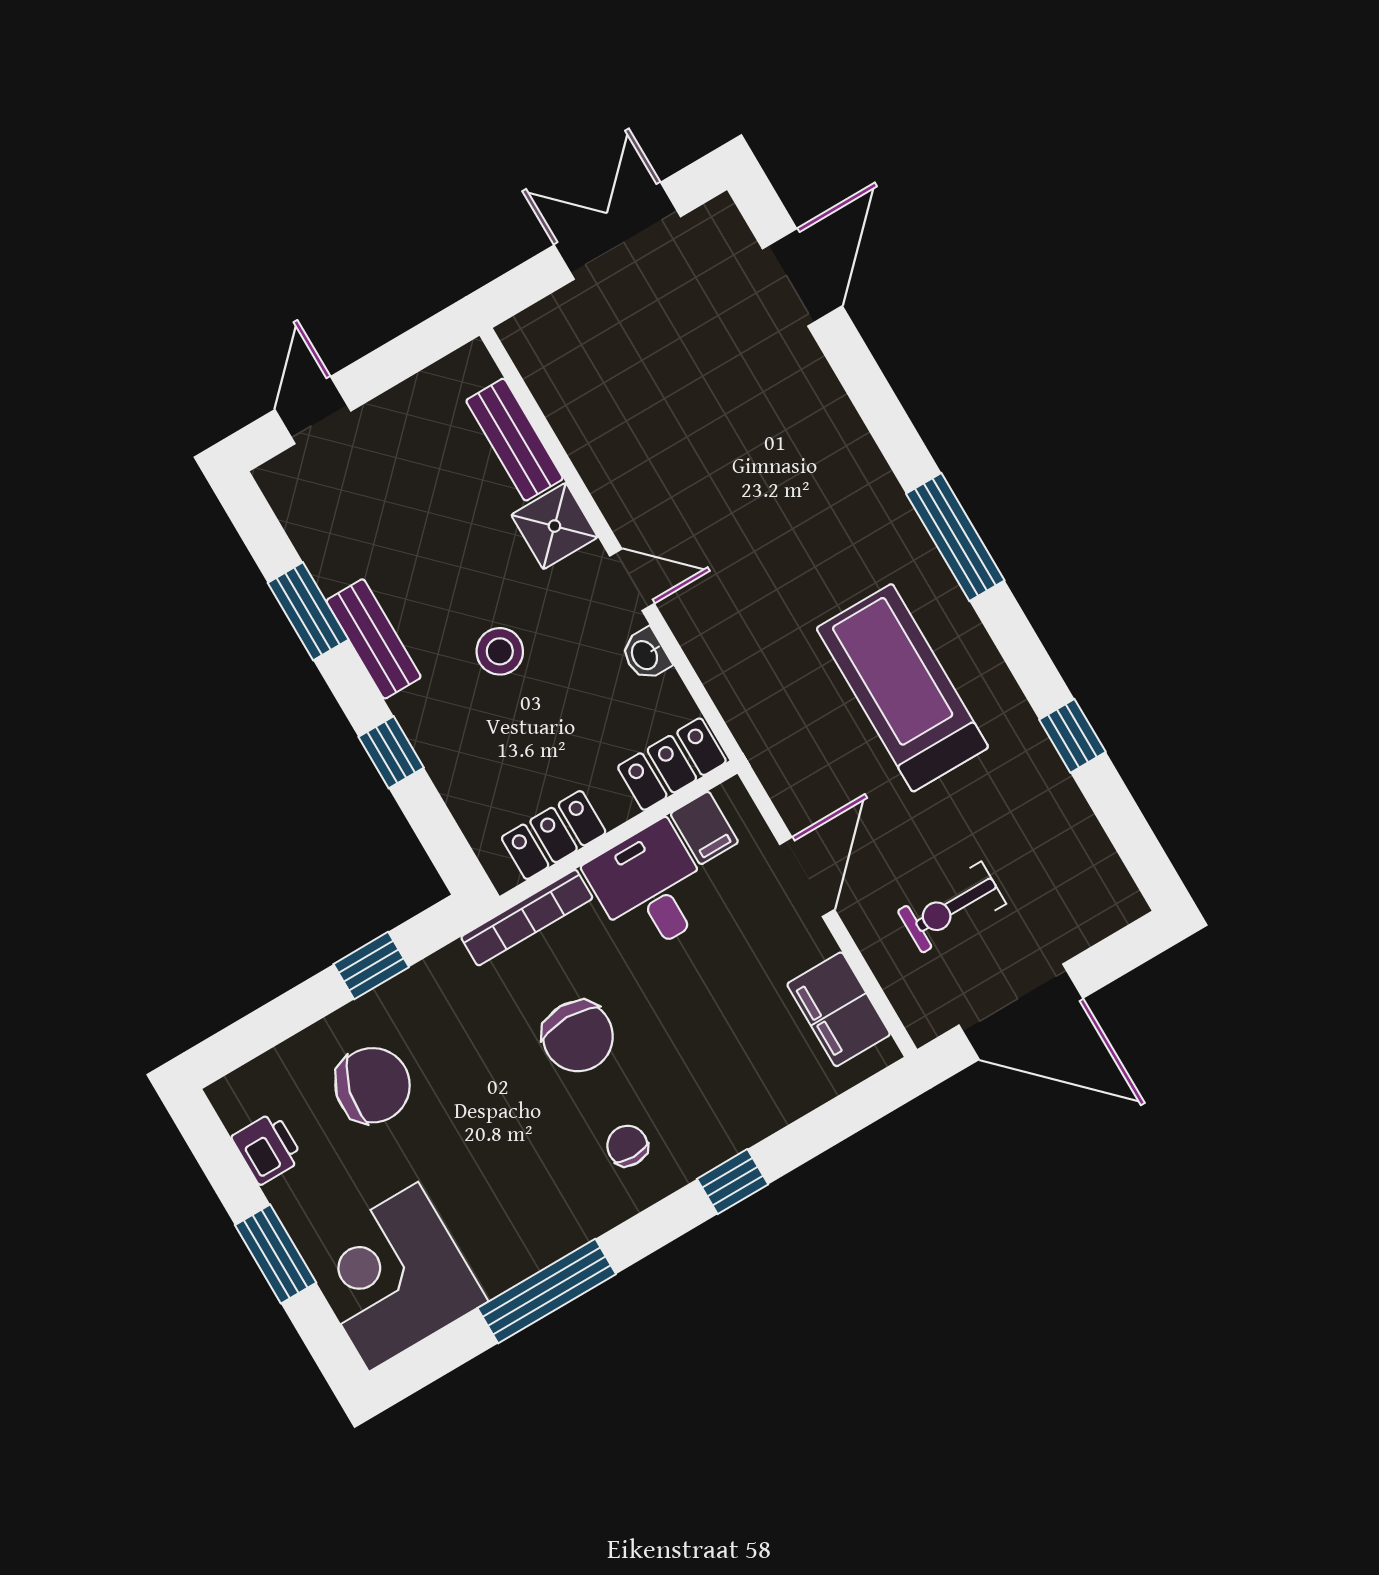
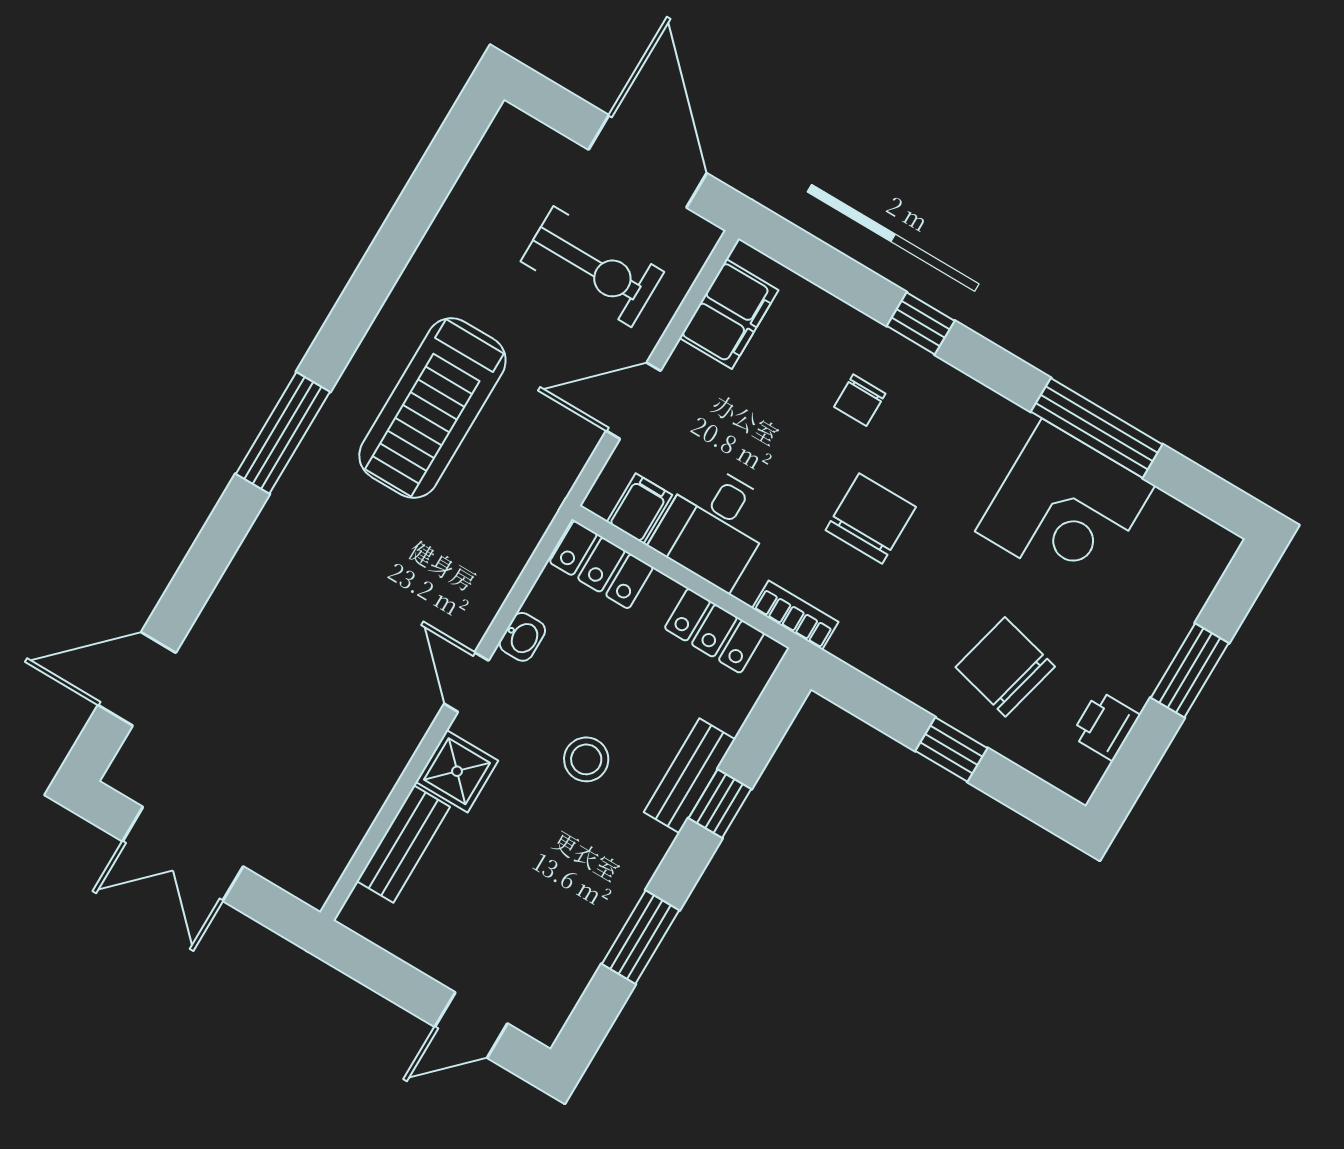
bench: (374, 639) -> (689, 776), moved
window: (1072, 736) -> (395, 245), removed
exercise bike: (952, 907) -> (592, 267), width x1.38, depth x1.39
bookcase: (527, 918) -> (795, 615), width x0.64
window: (371, 966) -> (951, 749), moved
chair: (627, 1146) -> (860, 400), moved
corner desk: (394, 1277) -> (1065, 508), moved

